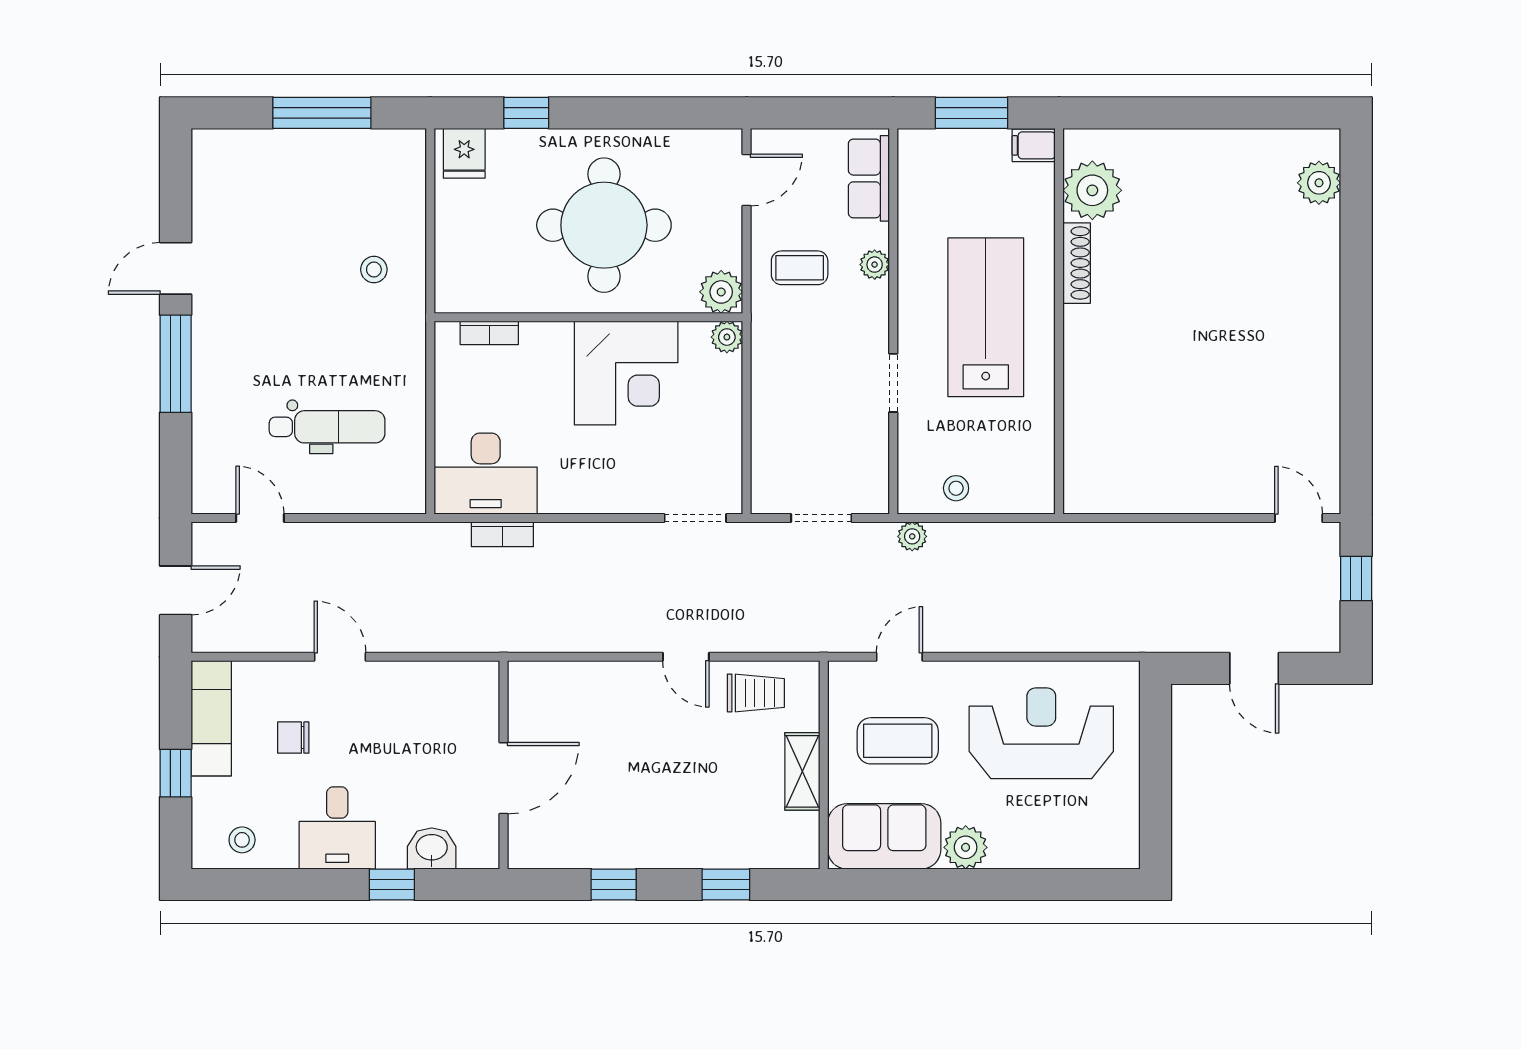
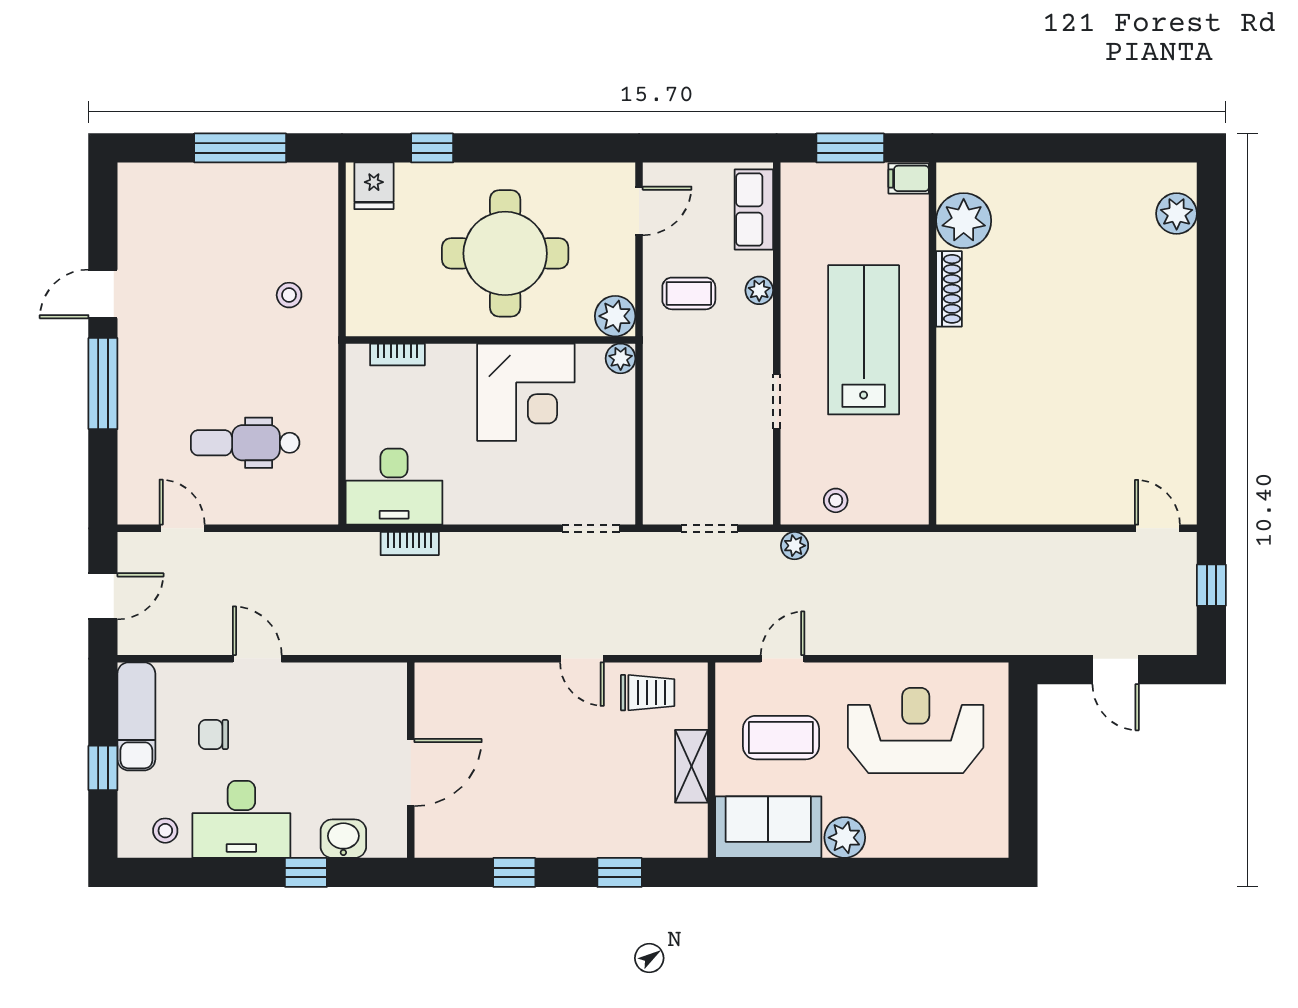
dental chair: (327, 427) -> (245, 443), turned 180
desk: (337, 828) -> (241, 819), width x1.37

